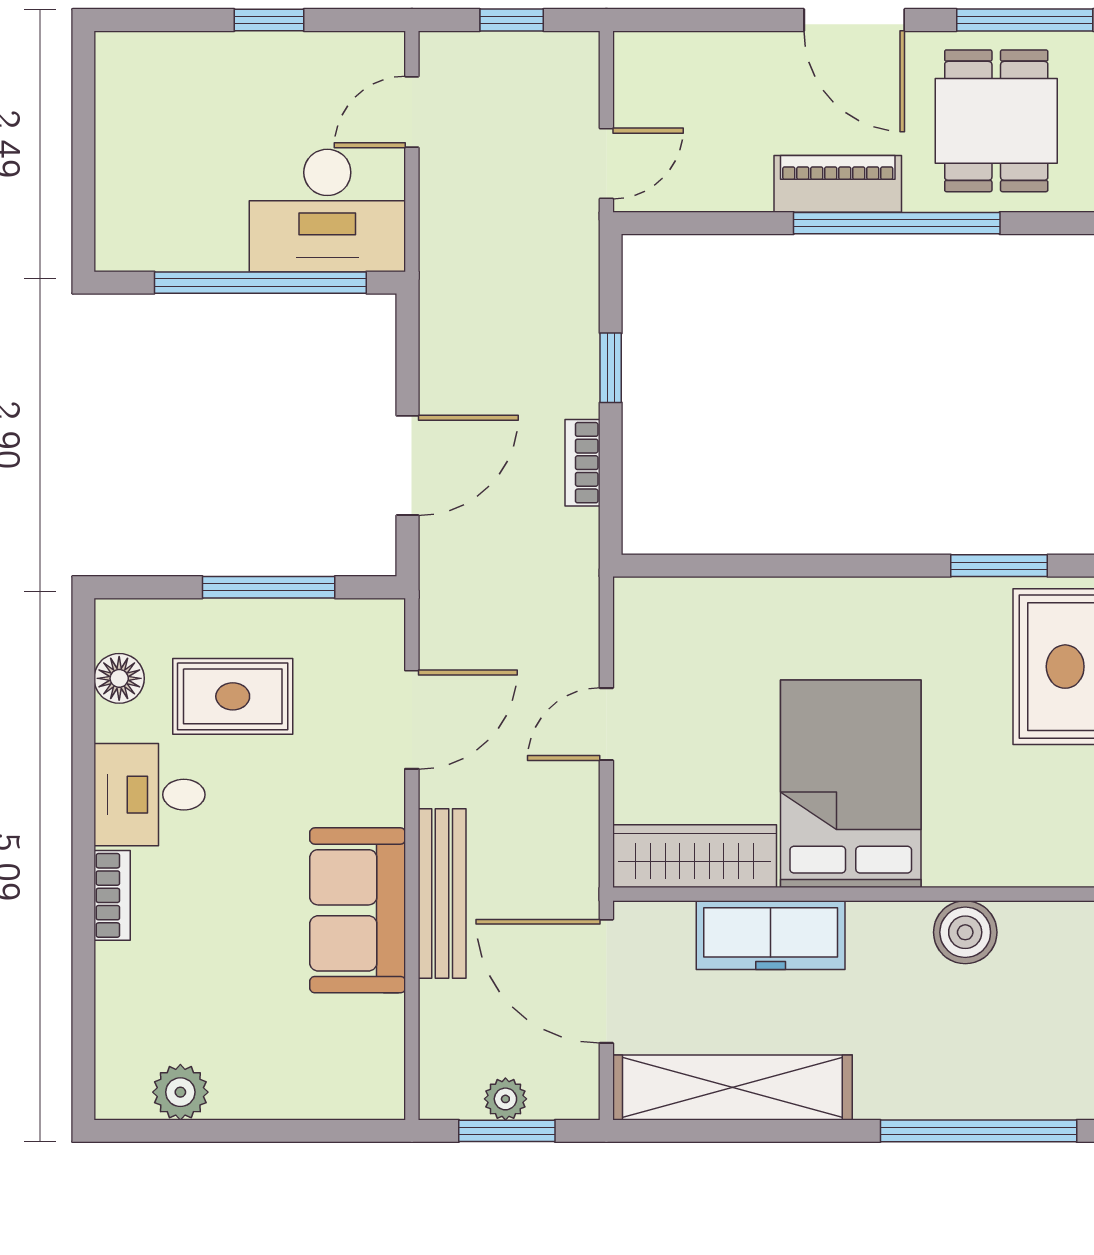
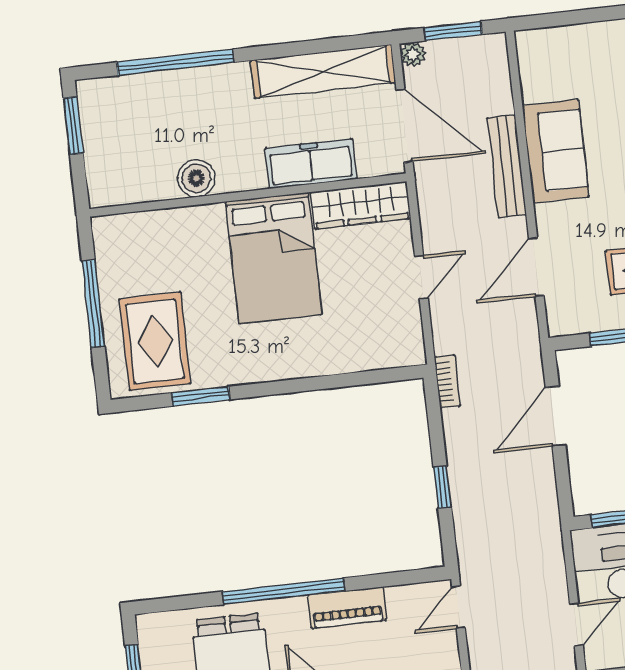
piano: (838, 184) -> (347, 608), moved
bookcase: (583, 463) -> (447, 381), moved
plant: (505, 1099) -> (413, 55), moved

